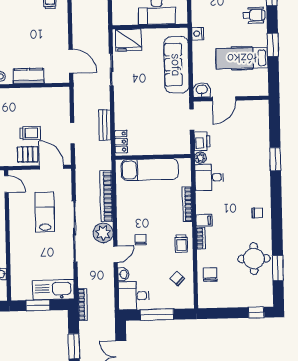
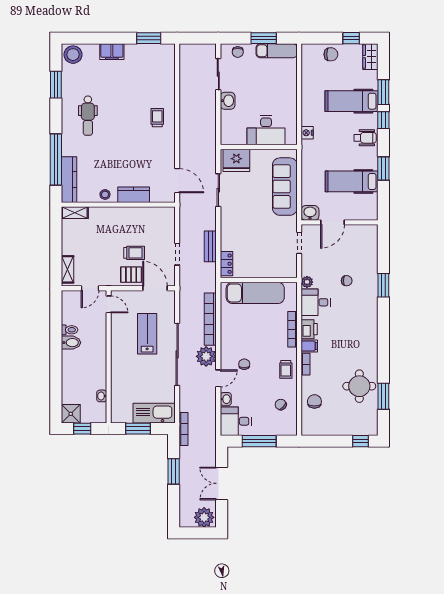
nightstand: (198, 34) -> (307, 133), moved
printer: (202, 141) -> (309, 329), moved
chair: (257, 213) -> (347, 281), moved

